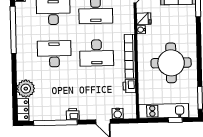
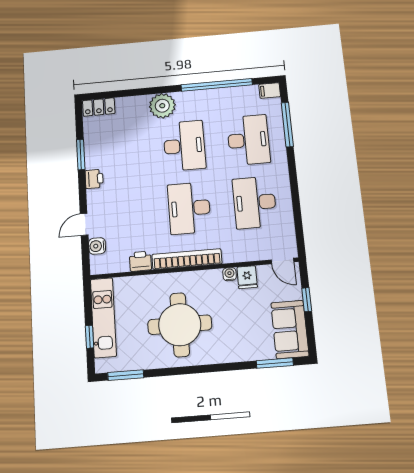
plant: (26, 89) -> (162, 106), moved
window: (55, 123) -> (81, 154), width x0.47

